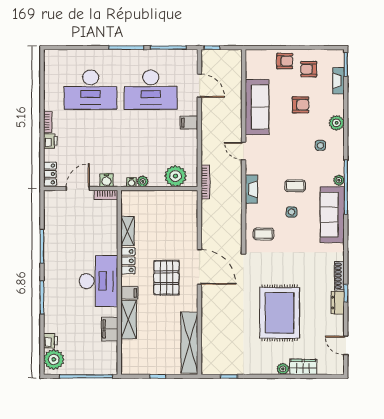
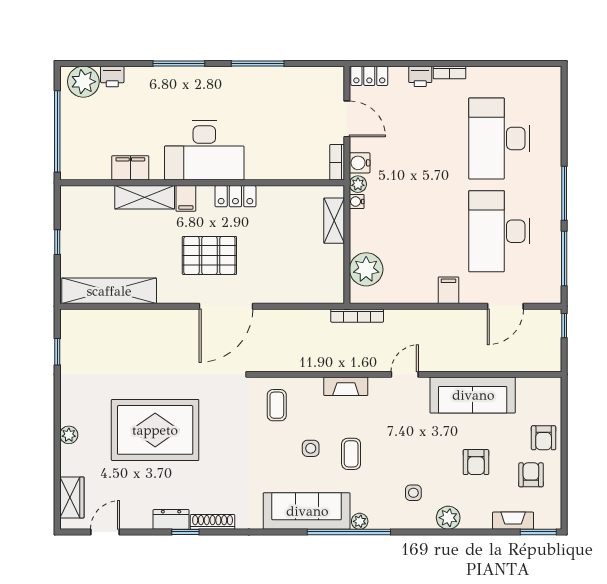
plant: (143, 181) -> (358, 184), moved
shelving: (128, 231) -> (334, 221), moved, turned 90
wardrobe: (303, 367) -> (72, 497), moved

